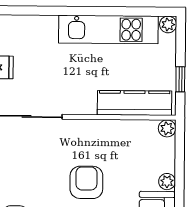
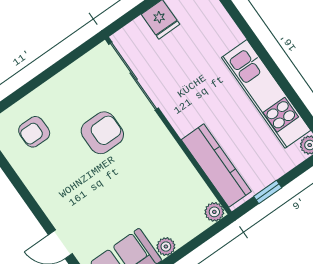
armchair: (86, 182) -> (102, 133), moved

